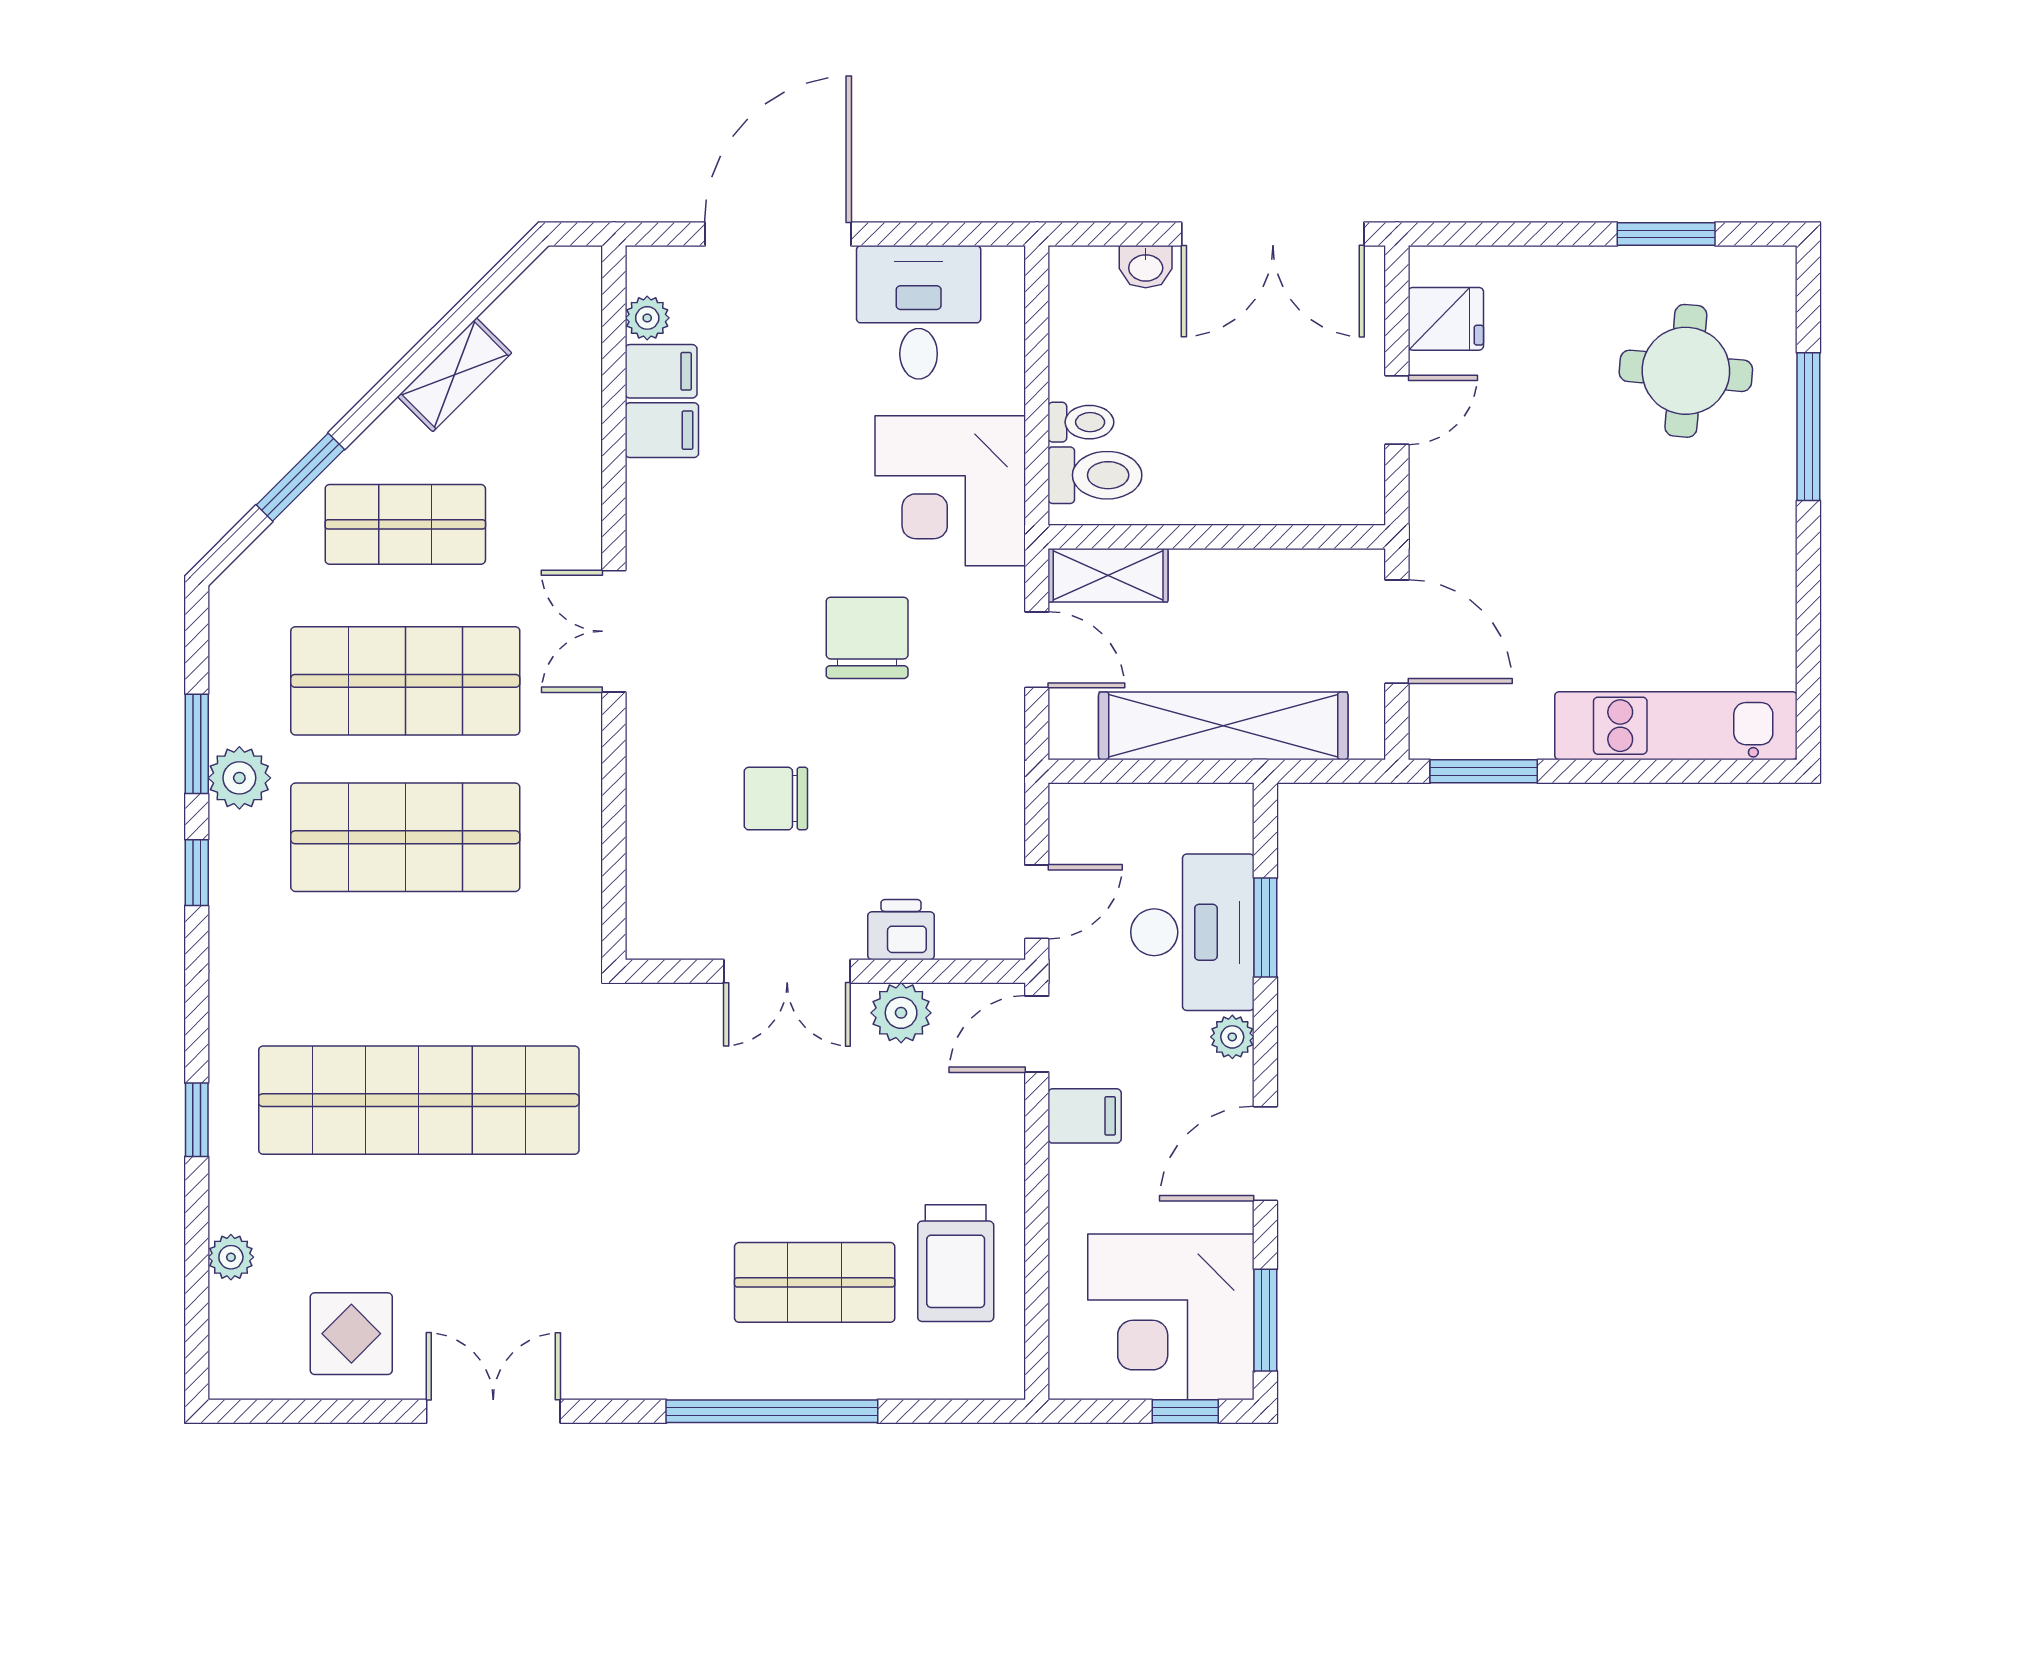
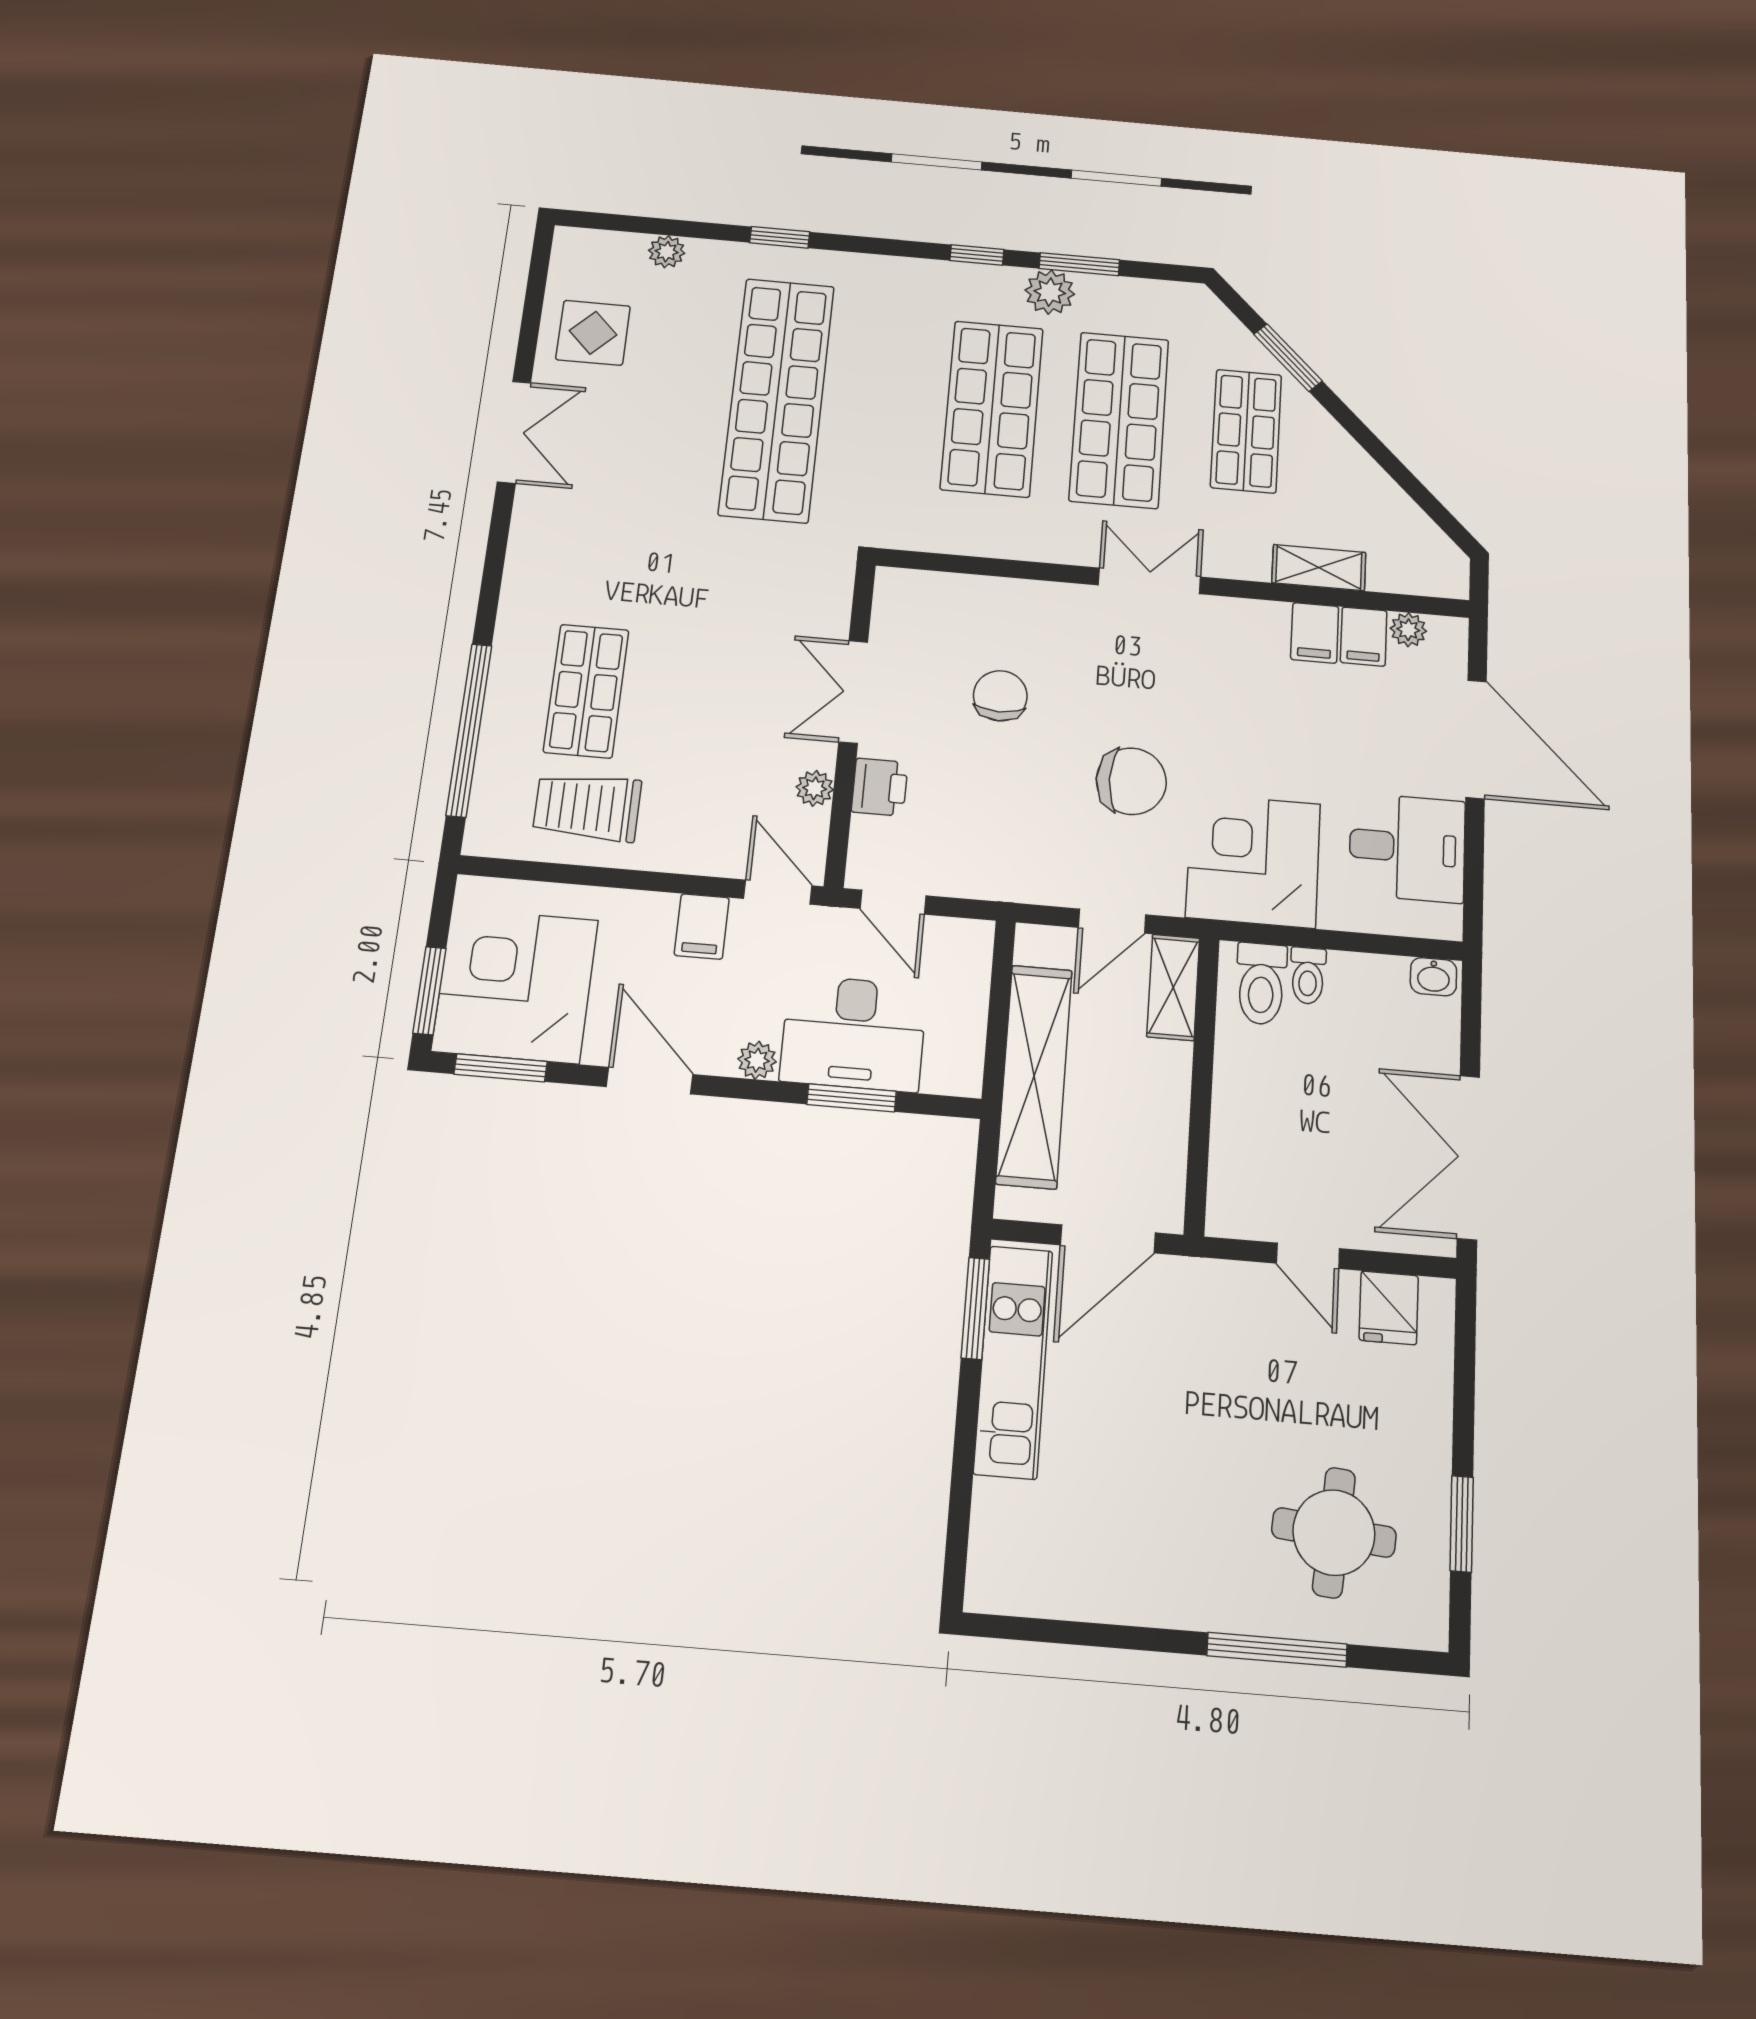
washbasin: (1146, 267) -> (1433, 977), moved, turned -90
shelving: (455, 375) -> (1319, 568), moved, turned -45
kitchen unit: (1676, 726) -> (1013, 1361), moved
plant: (901, 1013) -> (815, 788), width x0.73, depth x0.73
window: (772, 1411) -> (469, 730), moved
window: (1185, 1411) -> (430, 991), width x1.50

